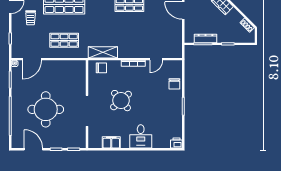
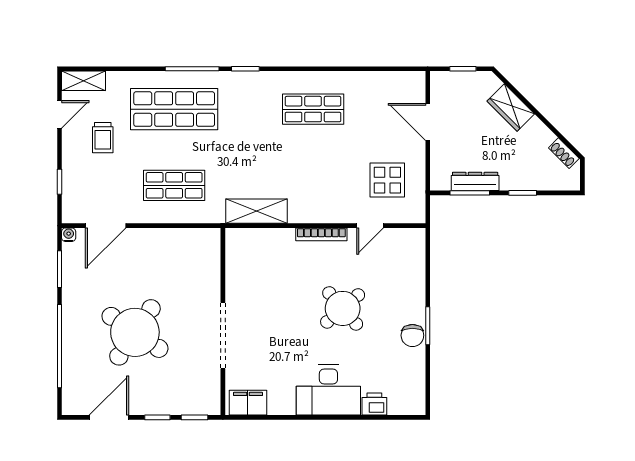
display table: (164, 38) -> (387, 180), added
chair: (101, 68) -> (253, 244), removed
chair: (174, 84) -> (412, 335), moved
round table: (121, 101) -> (343, 308), moved
round table: (46, 109) -> (135, 332), turned 34
desk: (141, 136) -> (328, 390), width x1.37
filing cabinet: (111, 142) -> (248, 403), moved
printer: (176, 143) -> (374, 404), moved
door: (33, 149) -> (109, 417), hinge flipped

